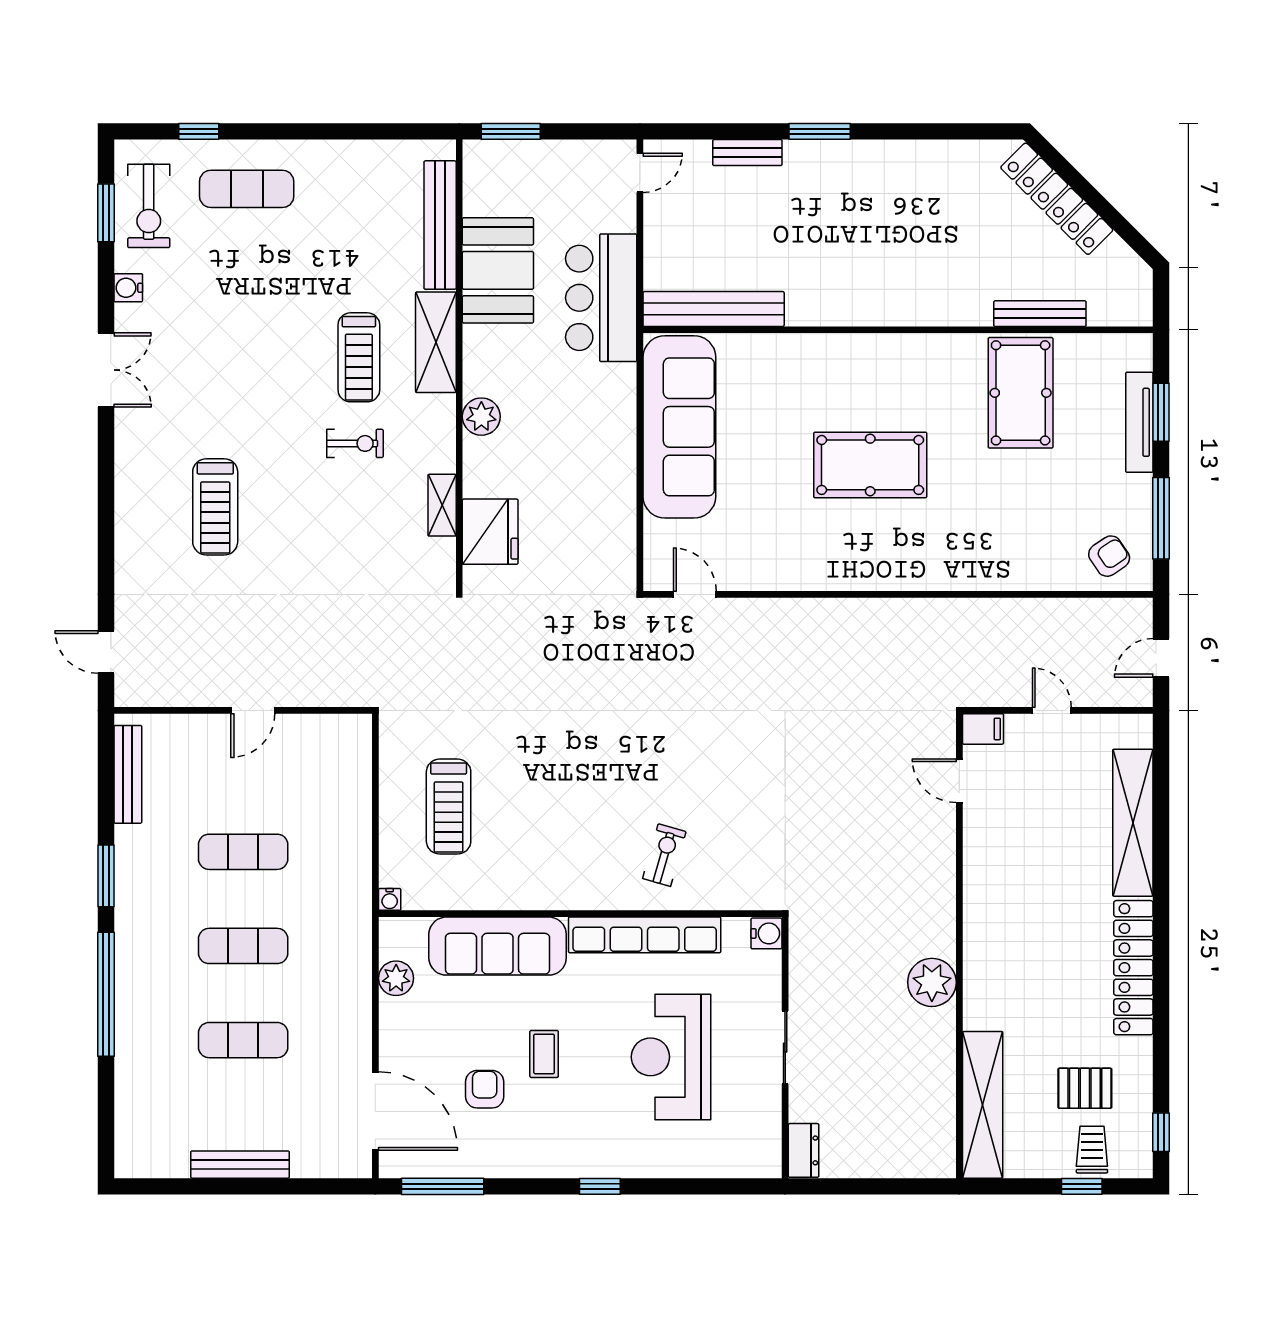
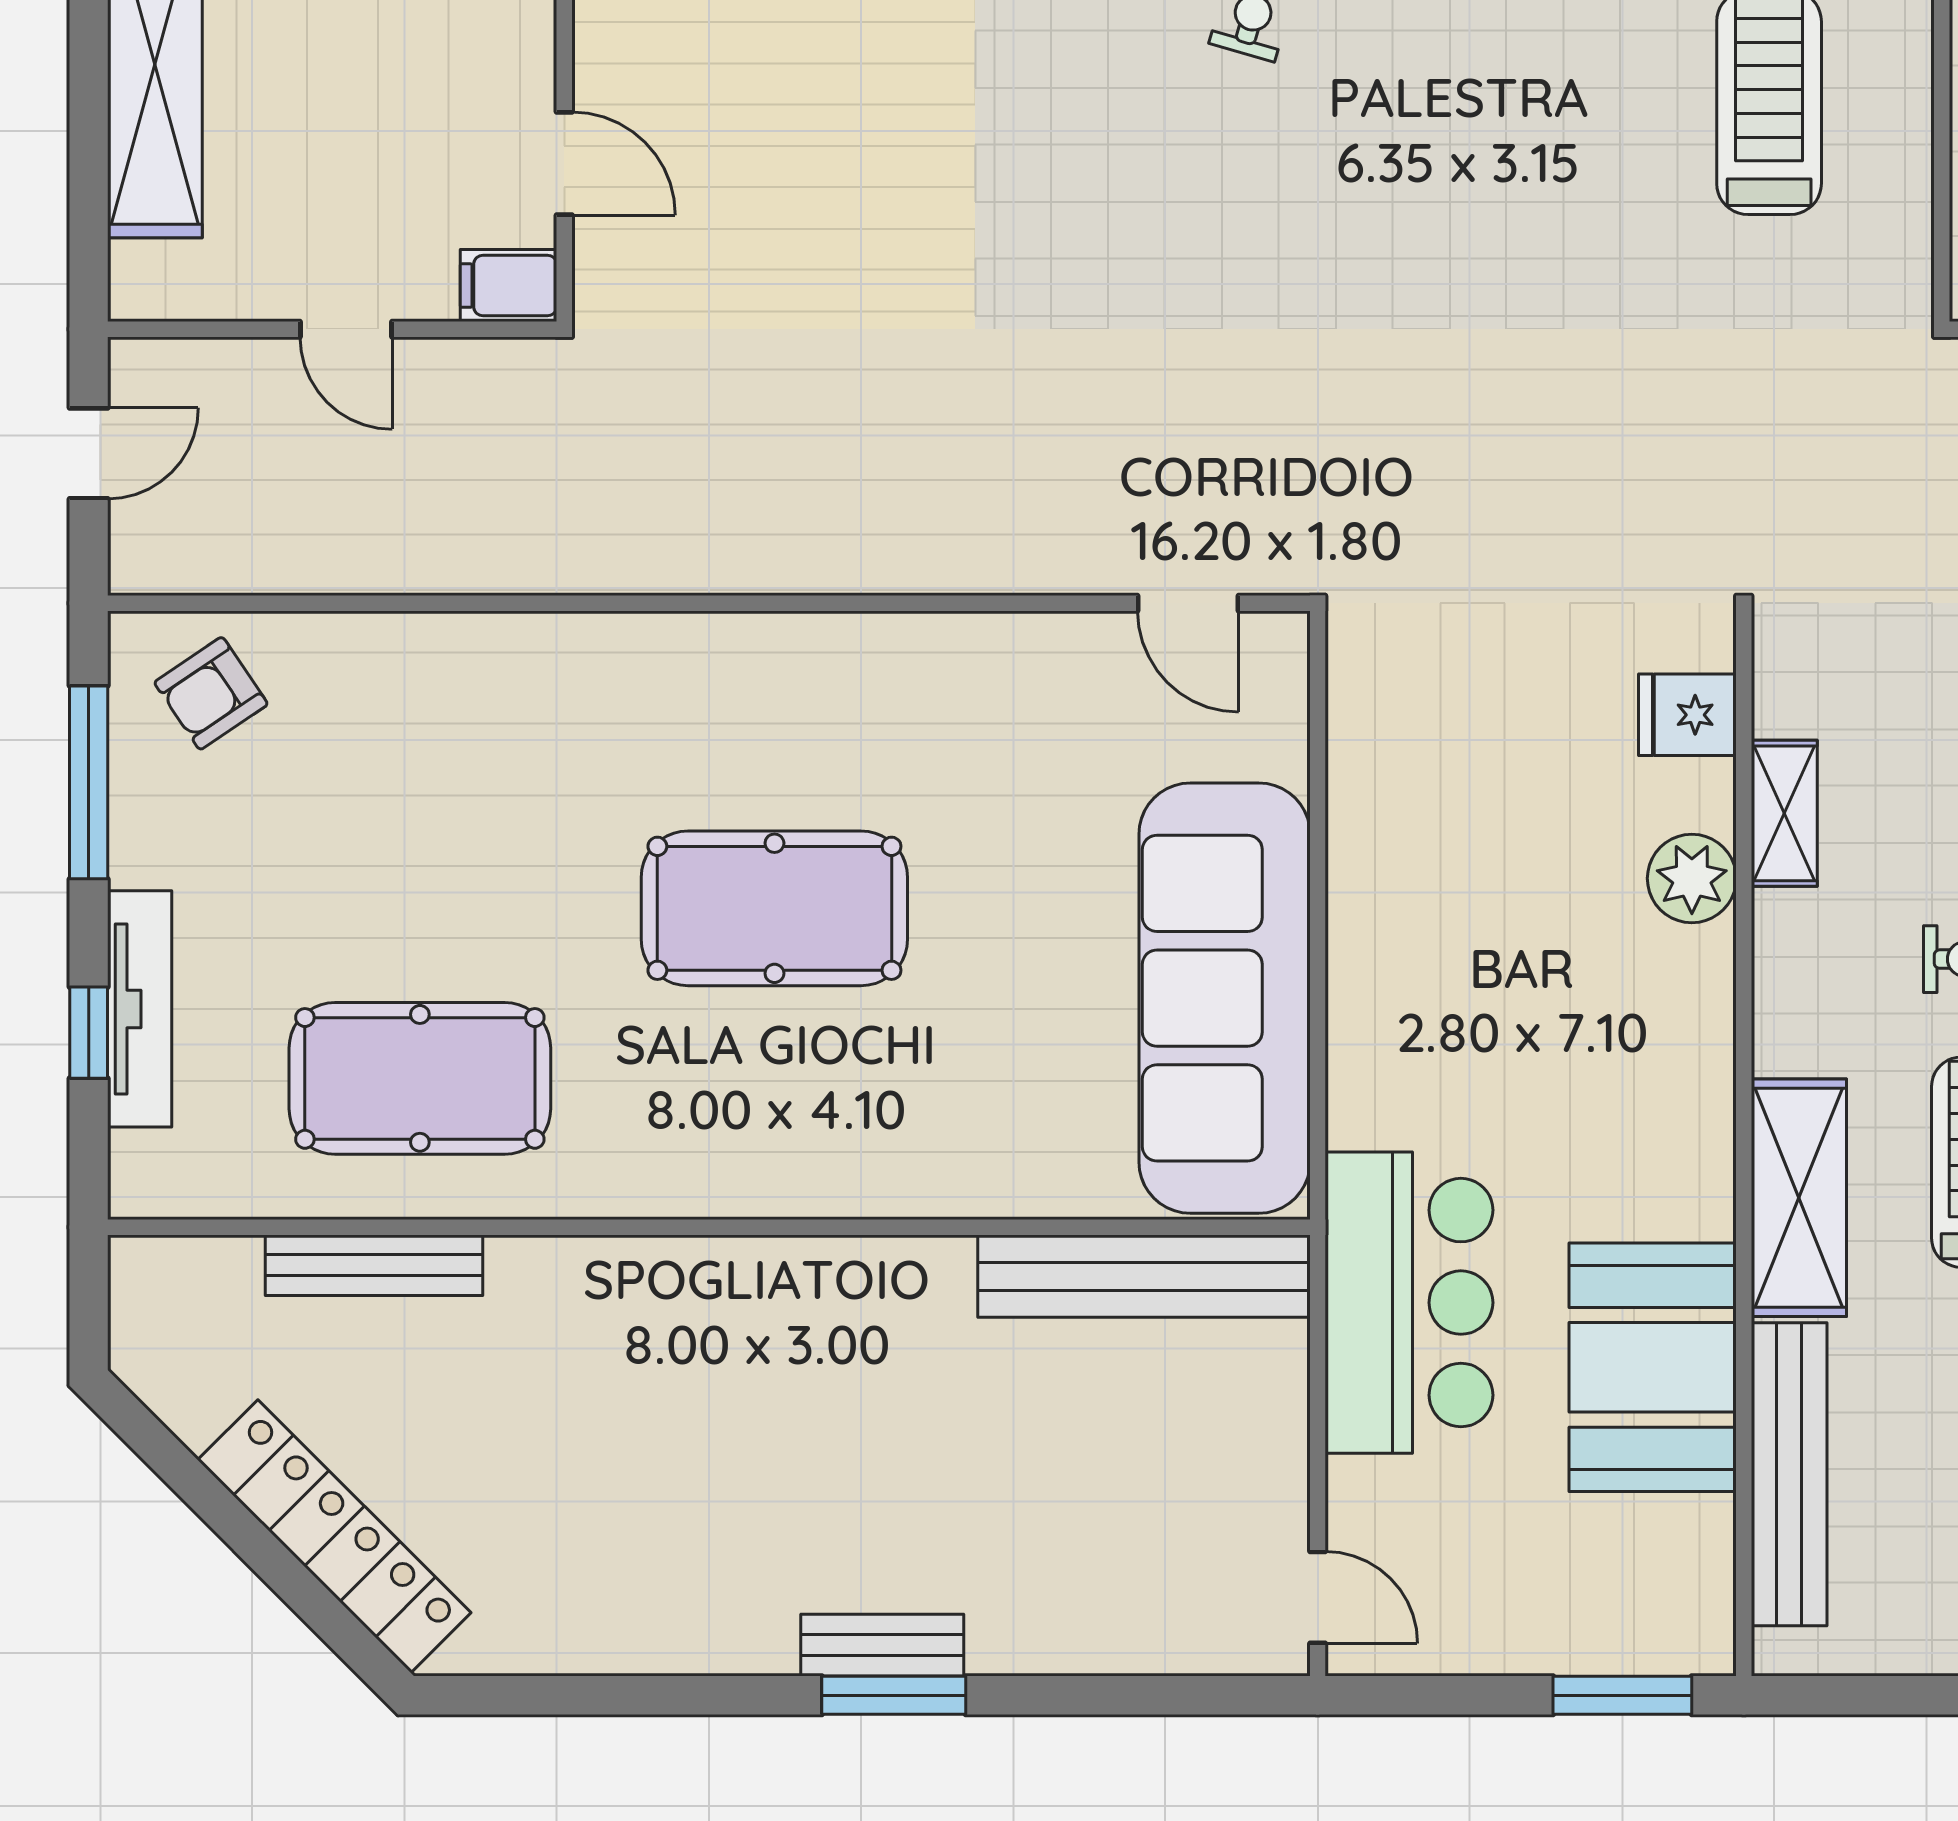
bench: (747, 153) -> (882, 1645), moved
door: (640, 173) -> (1318, 1597), swing flipped
pool table: (1021, 393) -> (420, 1078), turned 90
window: (1161, 412) -> (89, 1033), width x0.67
plant: (481, 417) -> (1692, 878), moved
fridge: (490, 532) -> (1687, 715), width x0.53, depth x0.75

